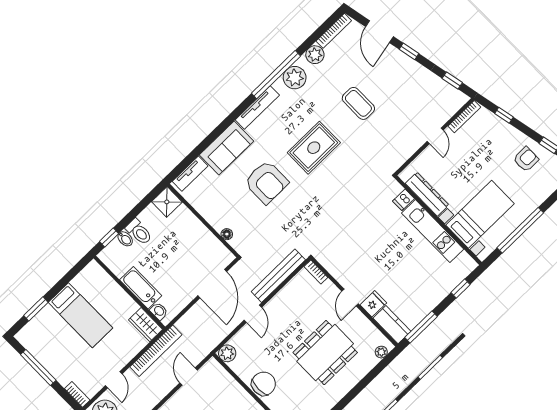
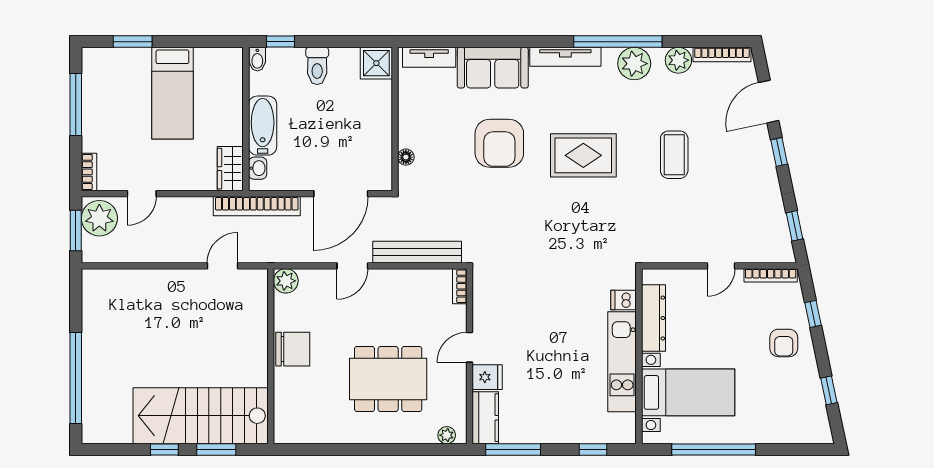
armchair: (526, 159) -> (784, 343), moved, turned 90
bidet: (125, 239) -> (257, 59), moved
bookcase: (156, 351) -> (257, 206), moved

